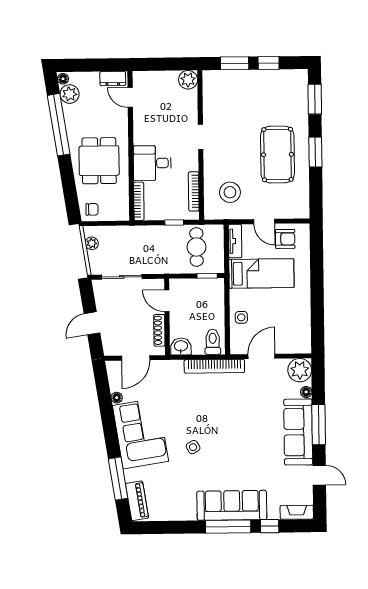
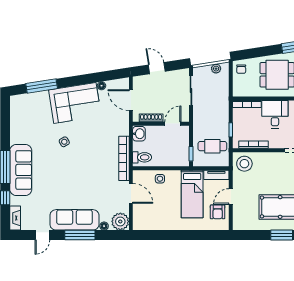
stool: (230, 192) -> (244, 164), moved
piano: (137, 501) -> (25, 100), removed

